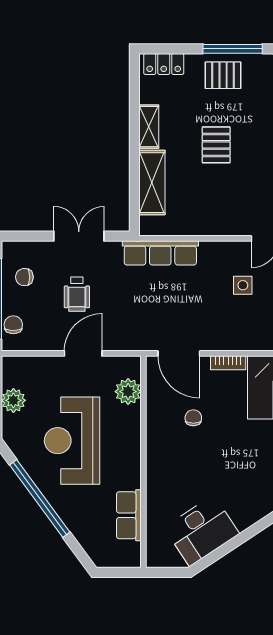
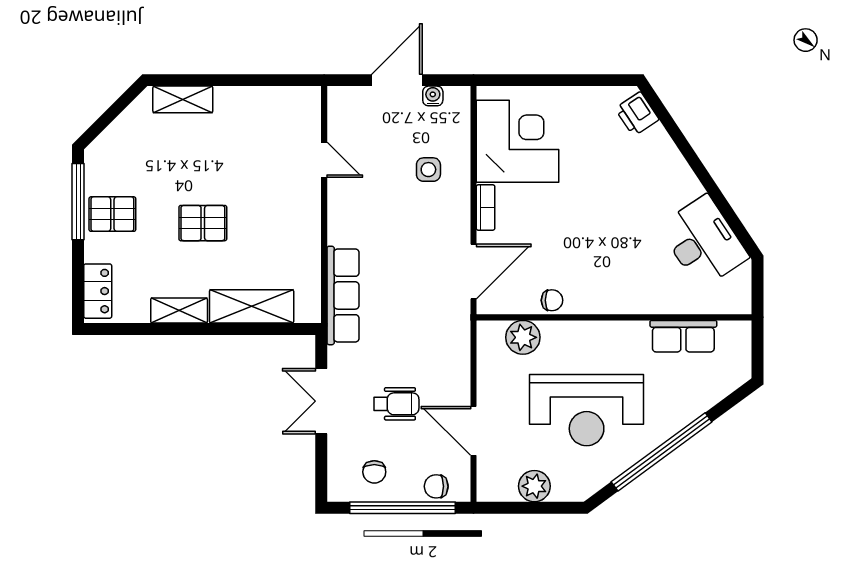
pallet: (223, 75) -> (112, 214), turned 90
side table: (243, 285) -> (428, 170), moved
door: (83, 353) -> (473, 431), moved
chair: (193, 418) -> (552, 300), moved, turned 180

